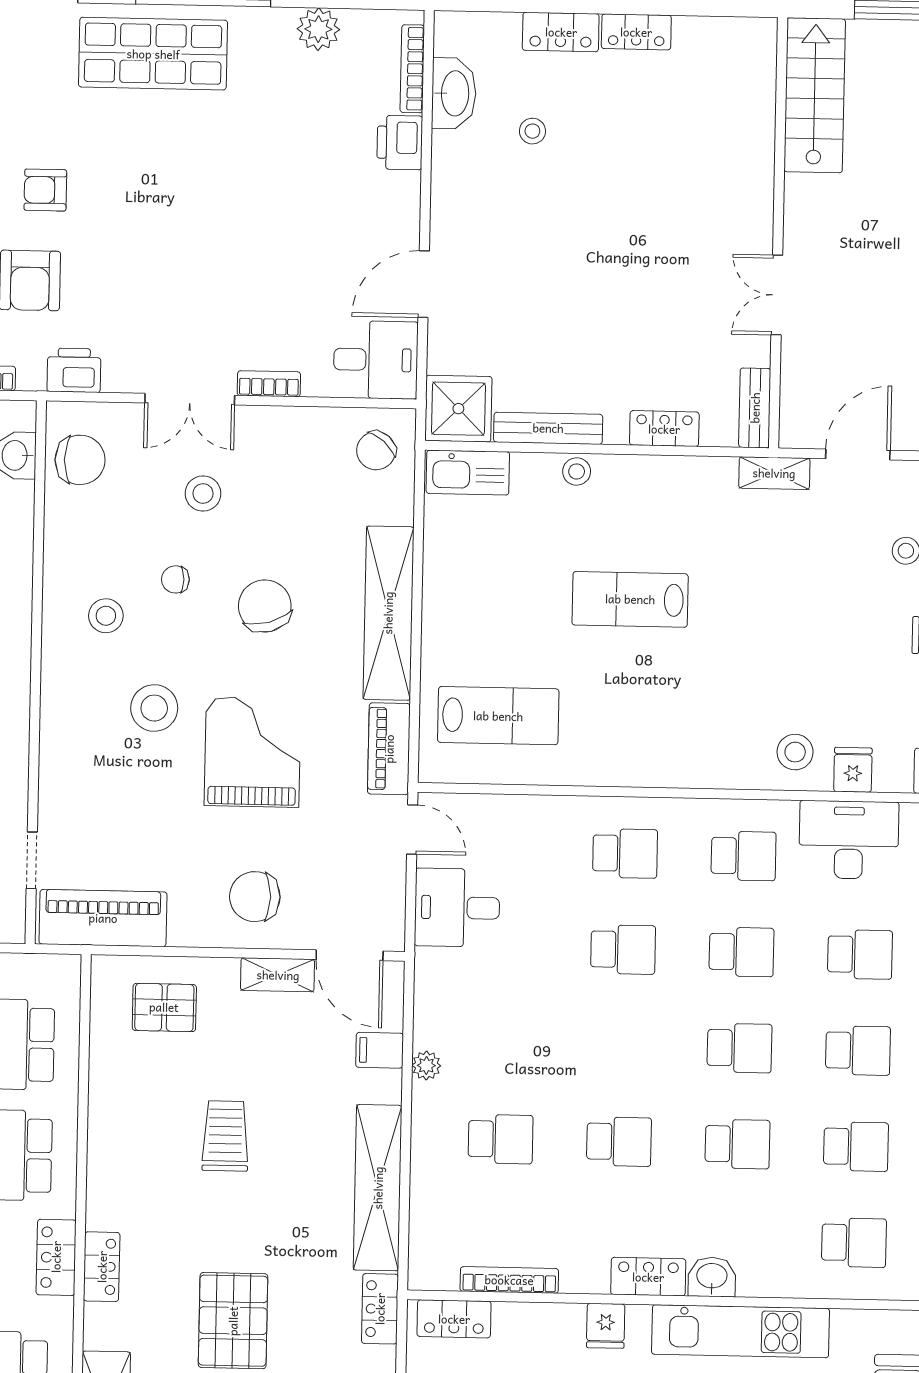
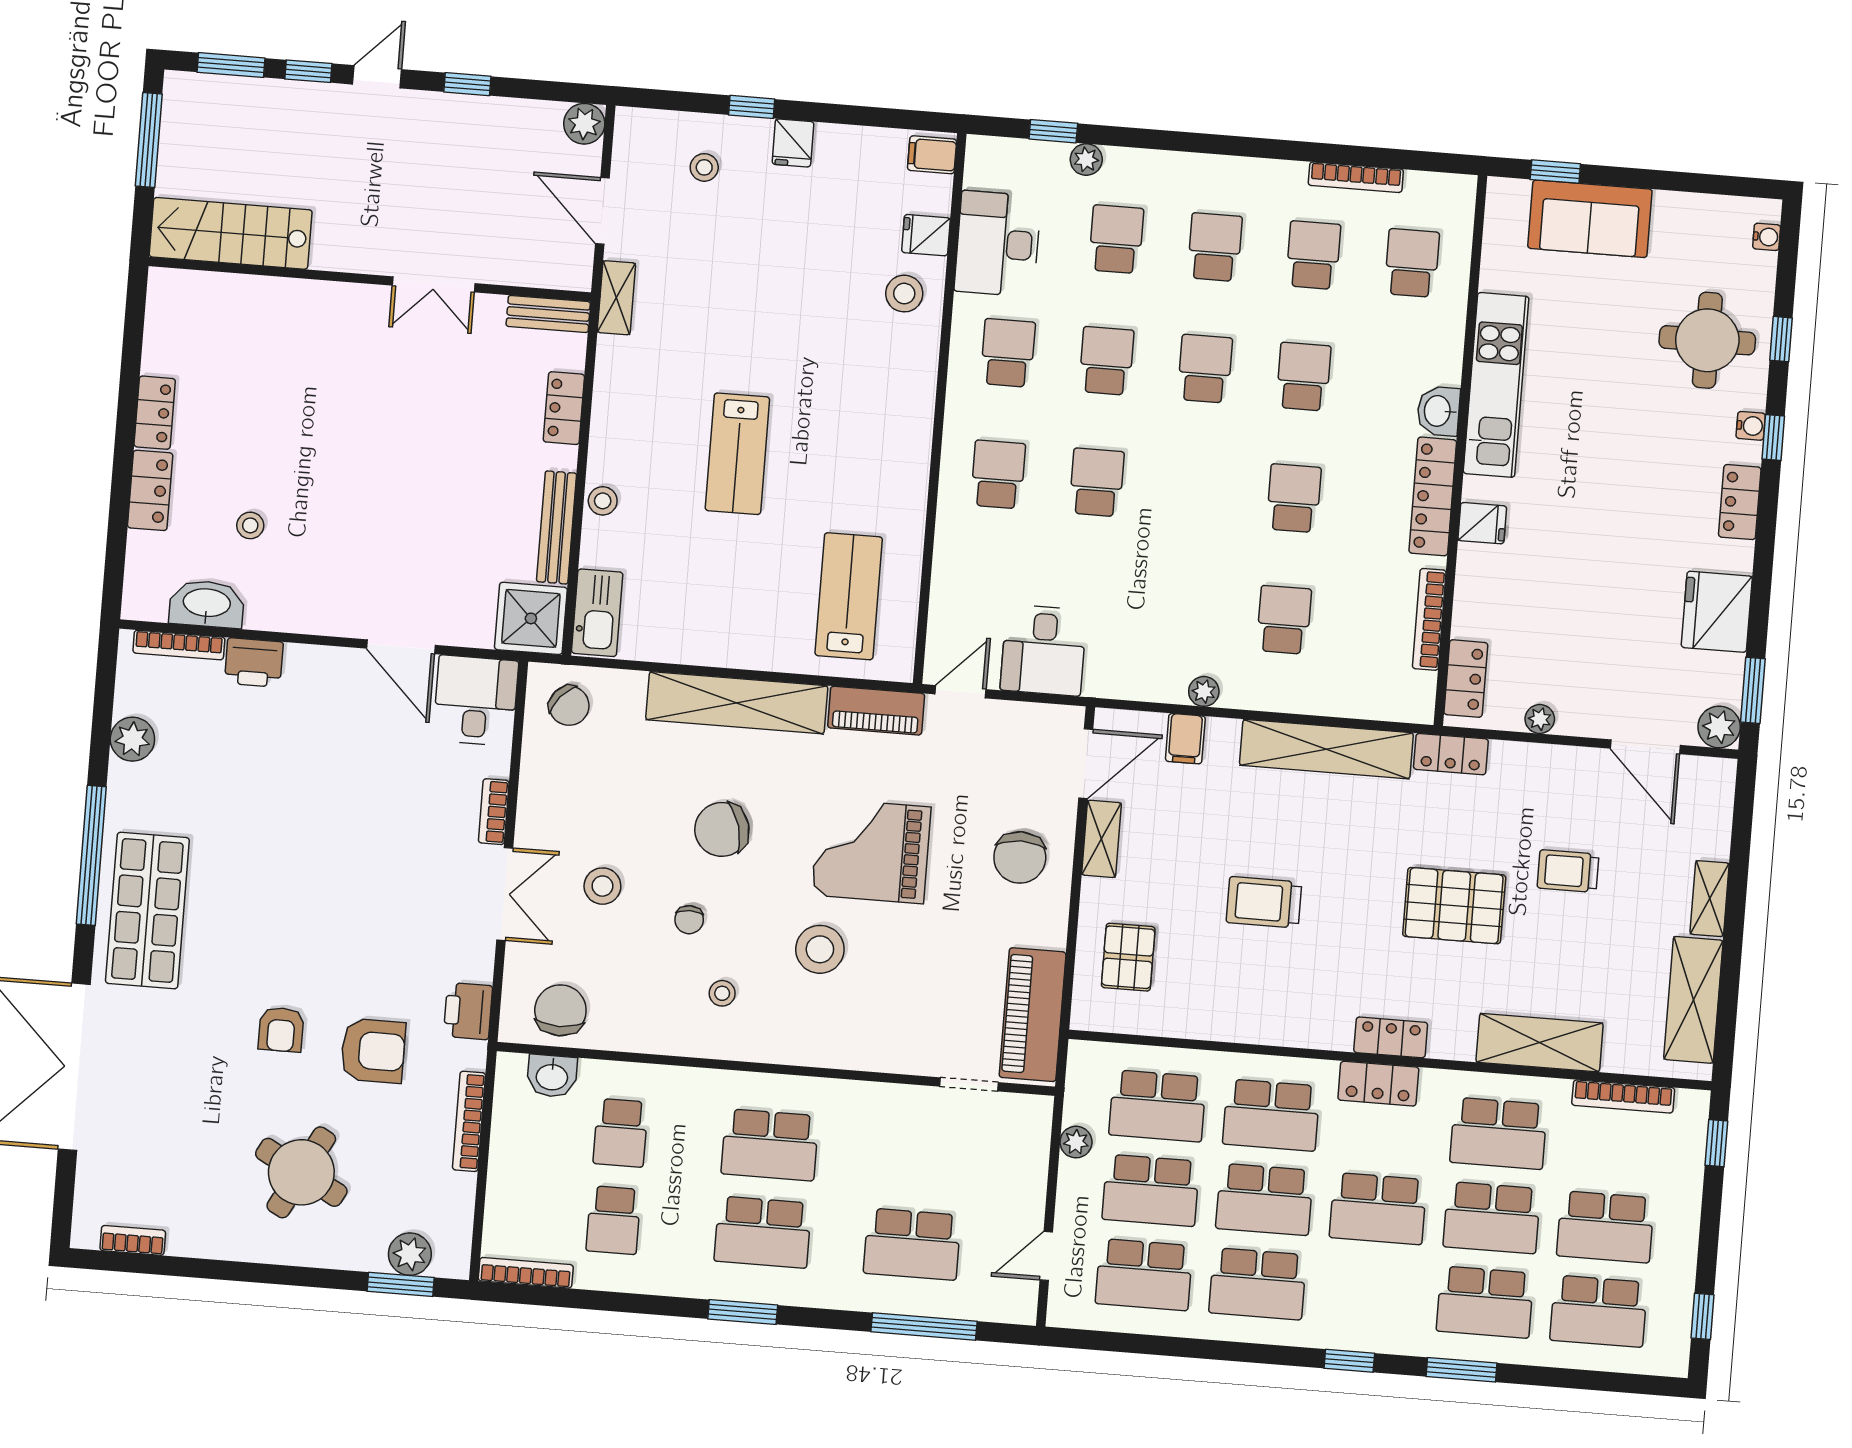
stool: (106, 616) -> (722, 993), width x0.73, depth x0.73
locker: (648, 1277) -> (1433, 496), width x1.53

